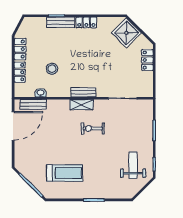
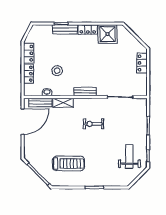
shower: (126, 33) -> (108, 34), moved, turned 45
shelving: (81, 105) -> (63, 103), moved

